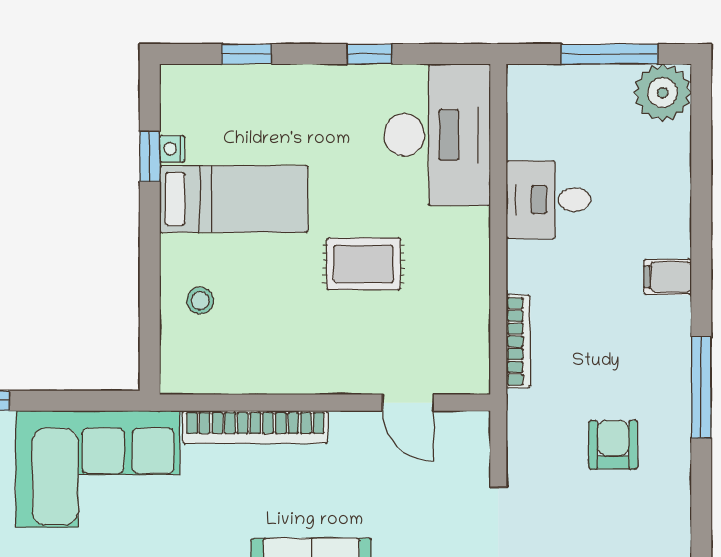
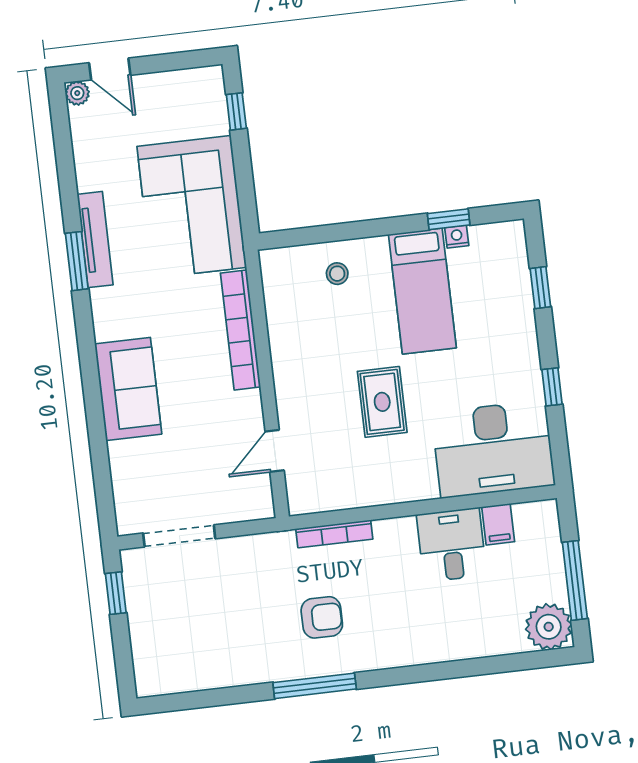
filing cabinet: (668, 277) -> (498, 524), moved, turned 180
armchair: (613, 445) -> (322, 617), moved

